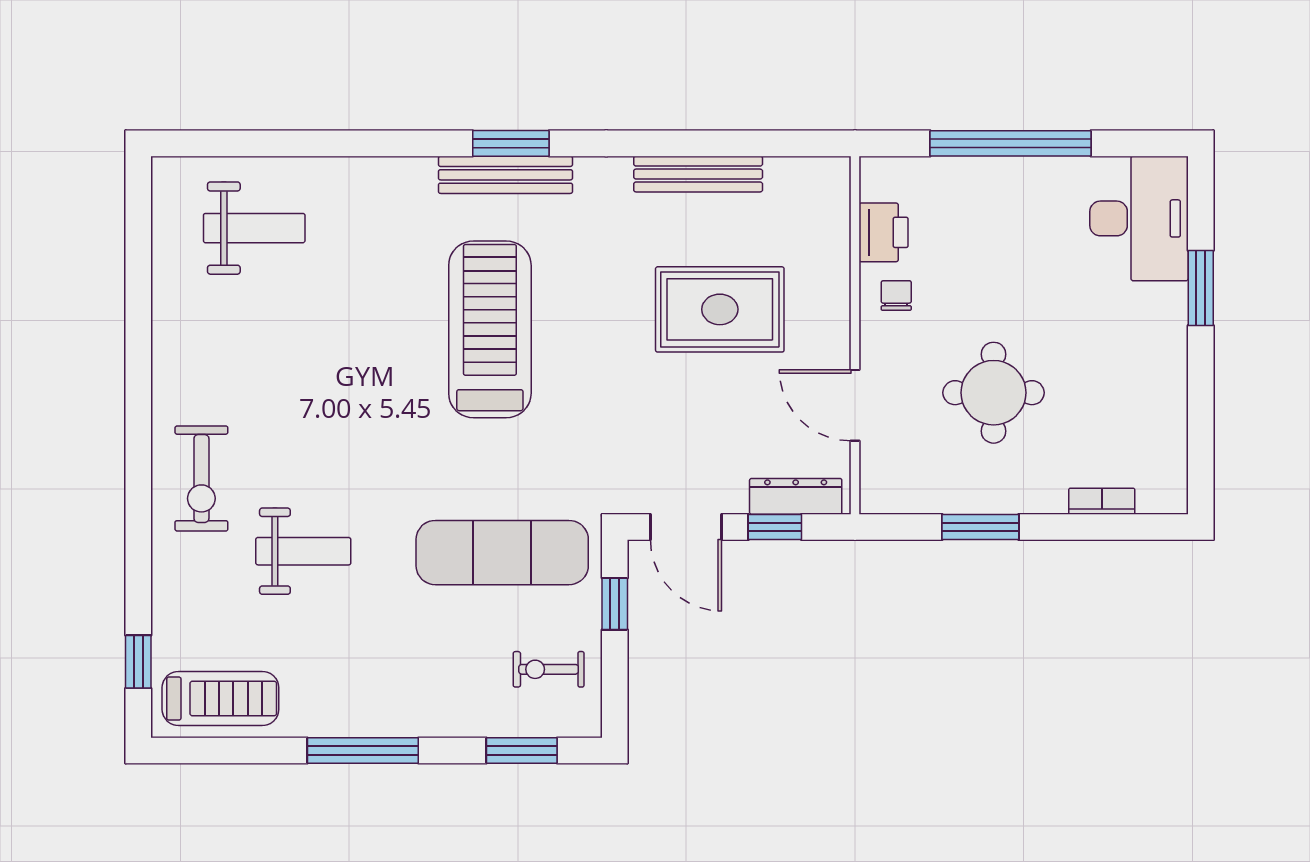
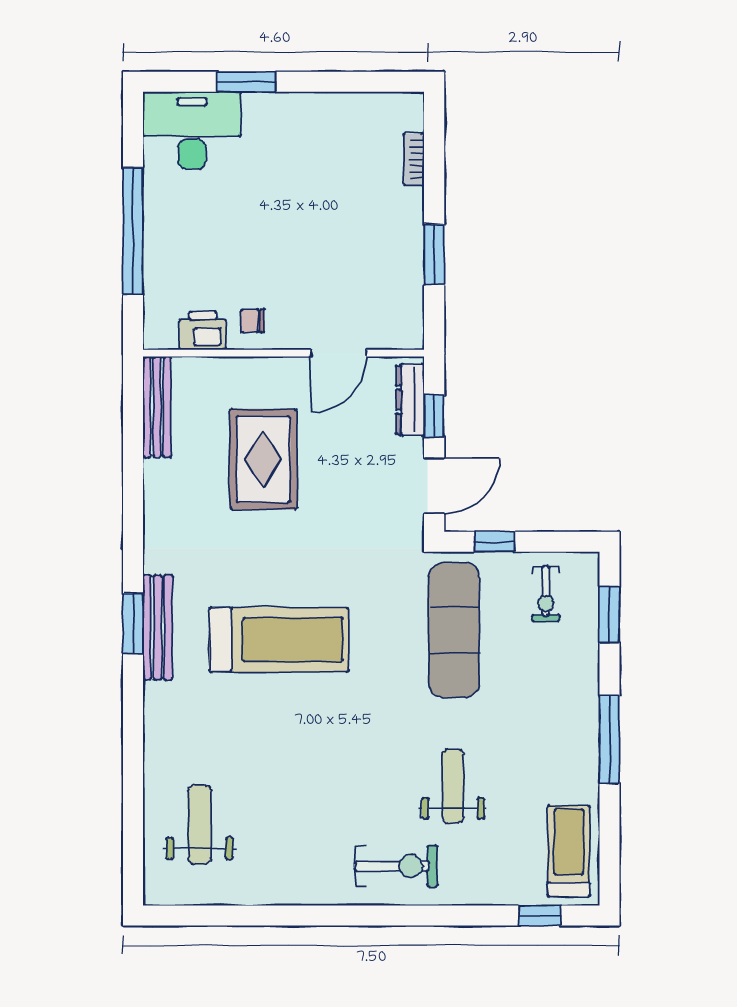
bench: (698, 174) -> (157, 407), moved
treadmill: (490, 329) -> (279, 640), turned 180
round table: (994, 393) -> (329, 244), removed

